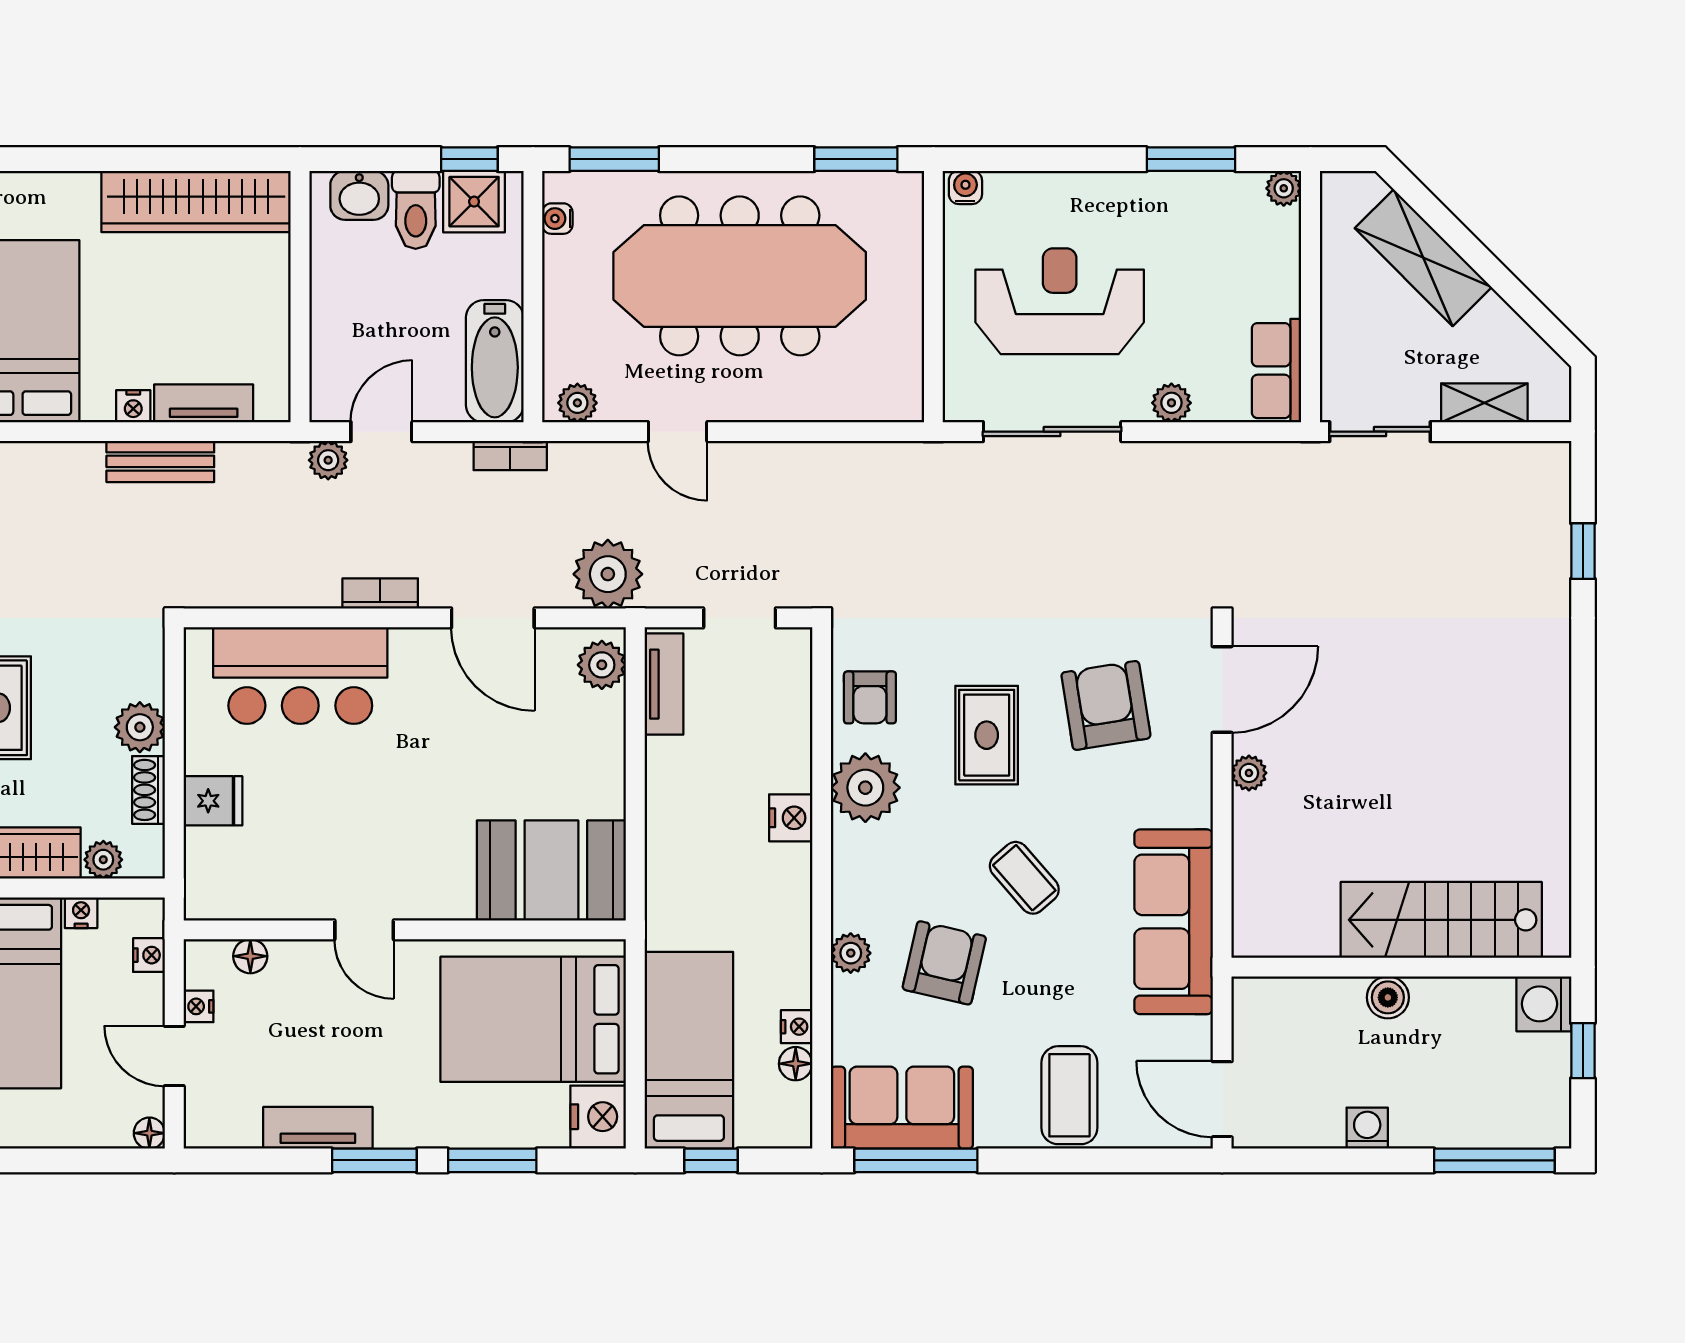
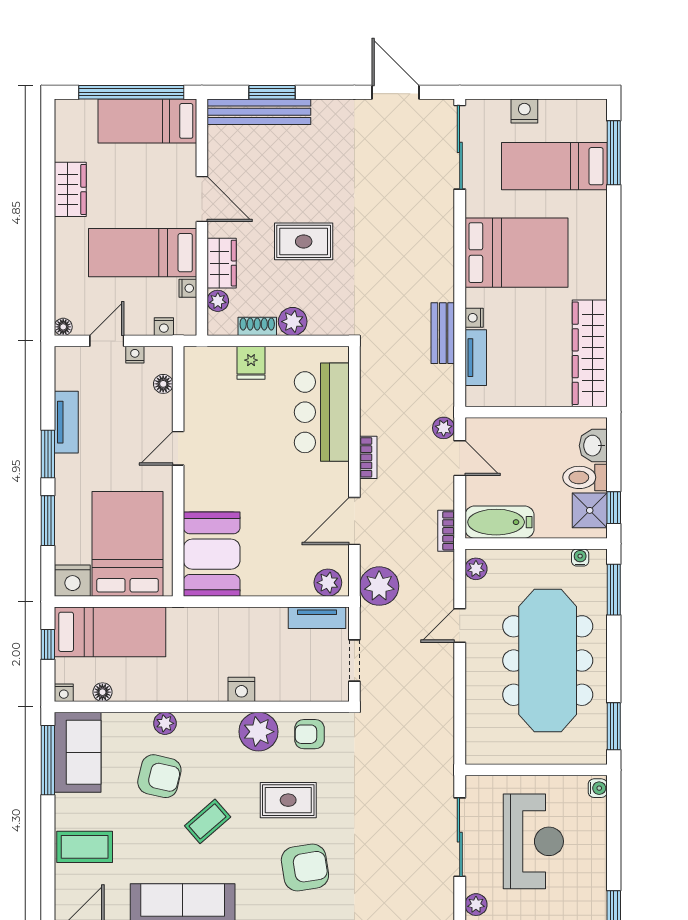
nightstand: (797, 1027) -> (64, 693), moved

